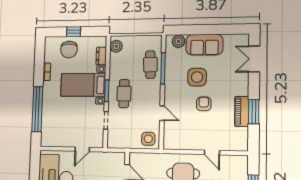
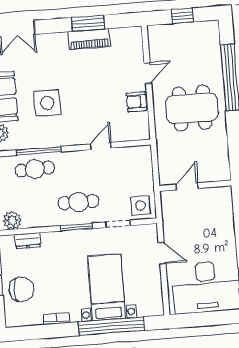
bed with nightstands: (83, 85) -> (107, 287), moved, turned 180
armchair: (204, 104) -> (137, 102), moved
side table: (148, 139) -> (141, 206), moved

